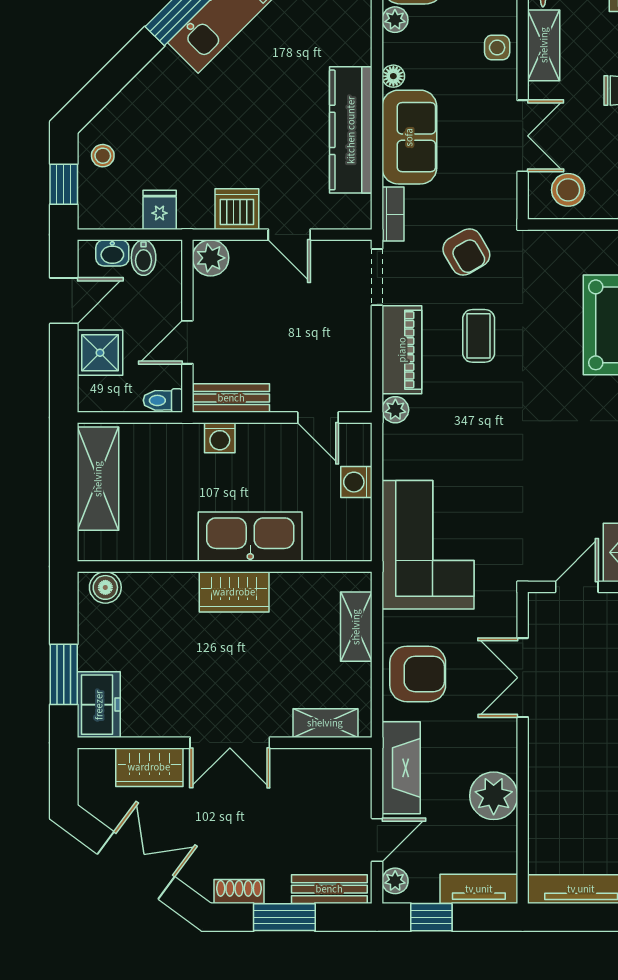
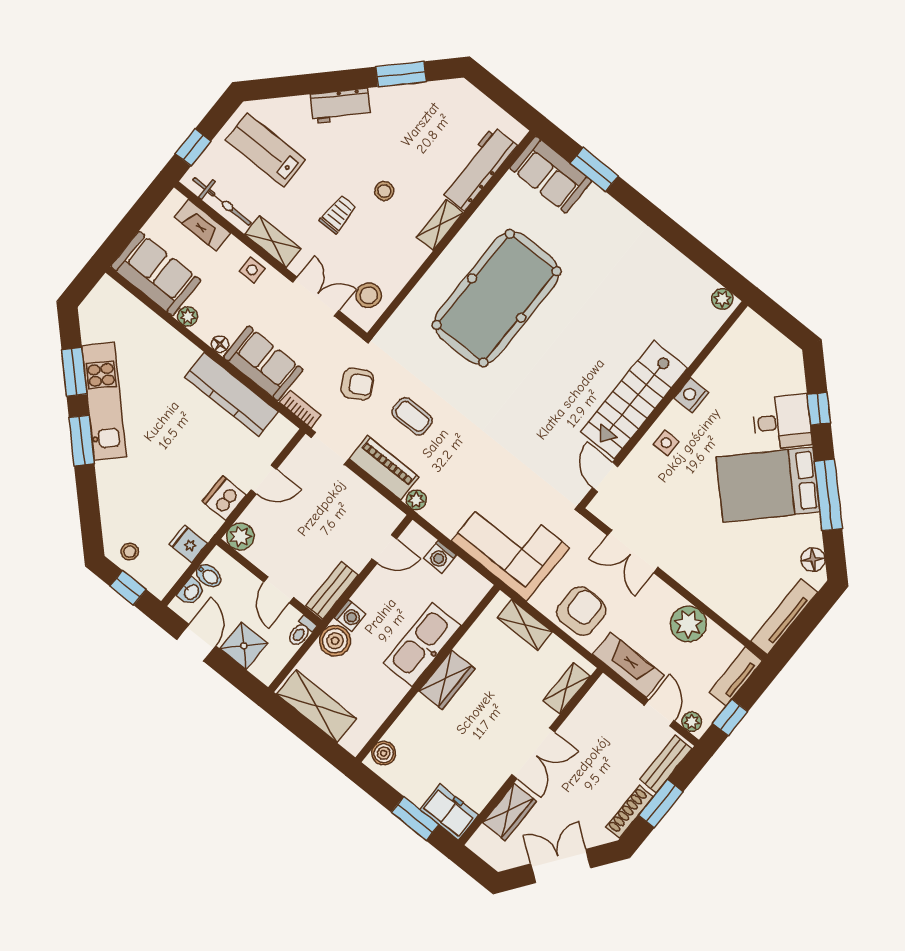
boiler: (181, 443) -> (335, 641), added
shoe rack: (239, 892) -> (630, 812), width x1.43

